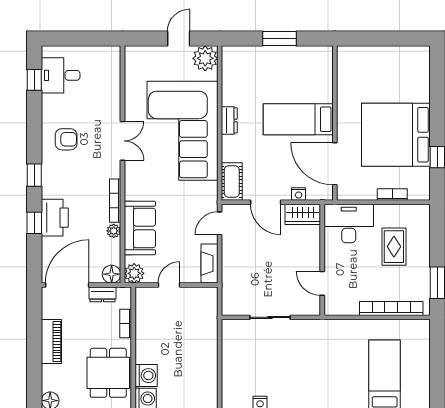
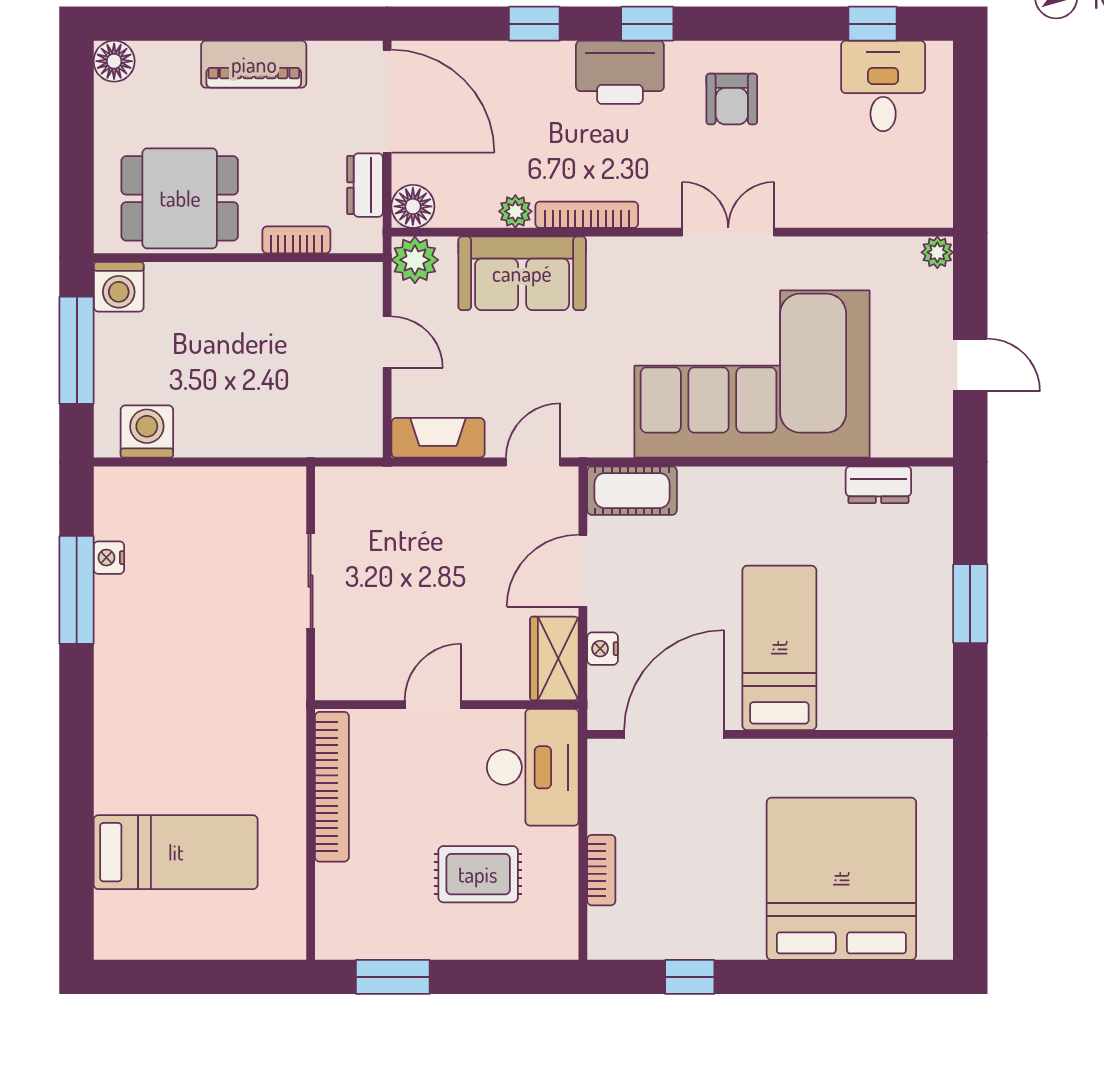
plant: (205, 58) -> (937, 252), moved, width x0.53, depth x0.53
dresser: (229, 120) -> (878, 485), moved
bed: (396, 135) -> (841, 879), moved
double door: (122, 141) -> (728, 232), swing flipped
printer: (55, 218) -> (620, 72), moved
door: (220, 223) -> (533, 462), hinge flipped
door: (322, 283) -> (433, 705), moved
bookcase: (391, 308) -> (332, 787), moved
washing machine: (146, 376) -> (147, 432), moved, turned 180

